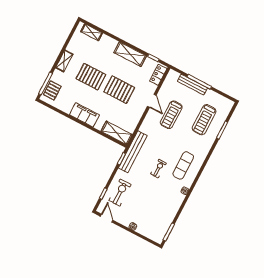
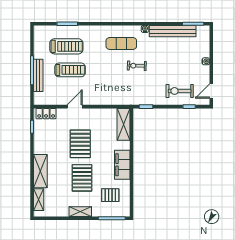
shelving: (130, 54) -> (40, 171), moved
pallet: (52, 90) -> (110, 195), moved
treadmill: (171, 115) -> (70, 70), moved
bench: (133, 152) -> (173, 31), moved

